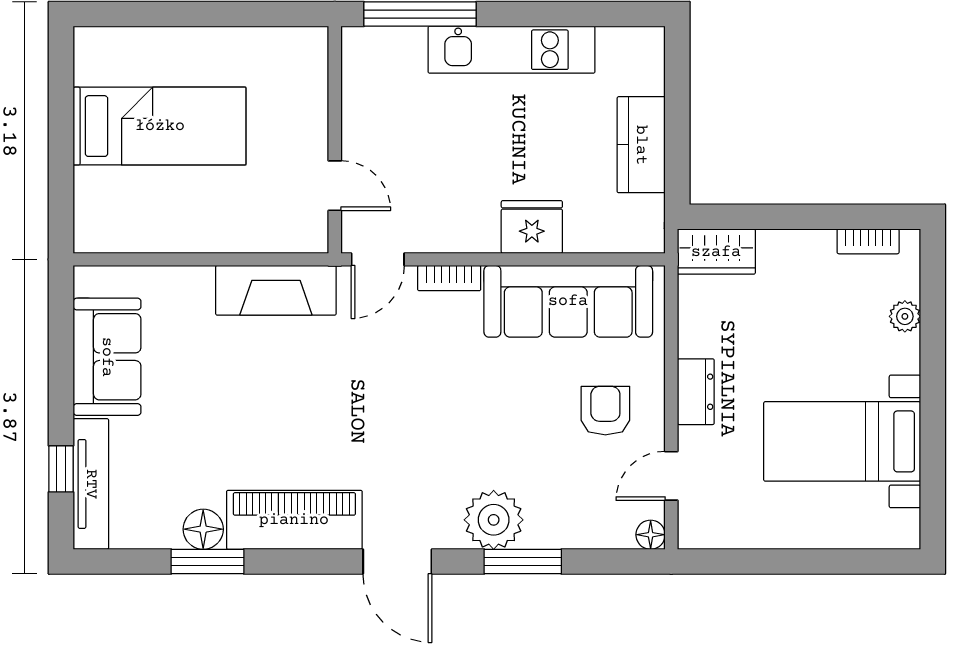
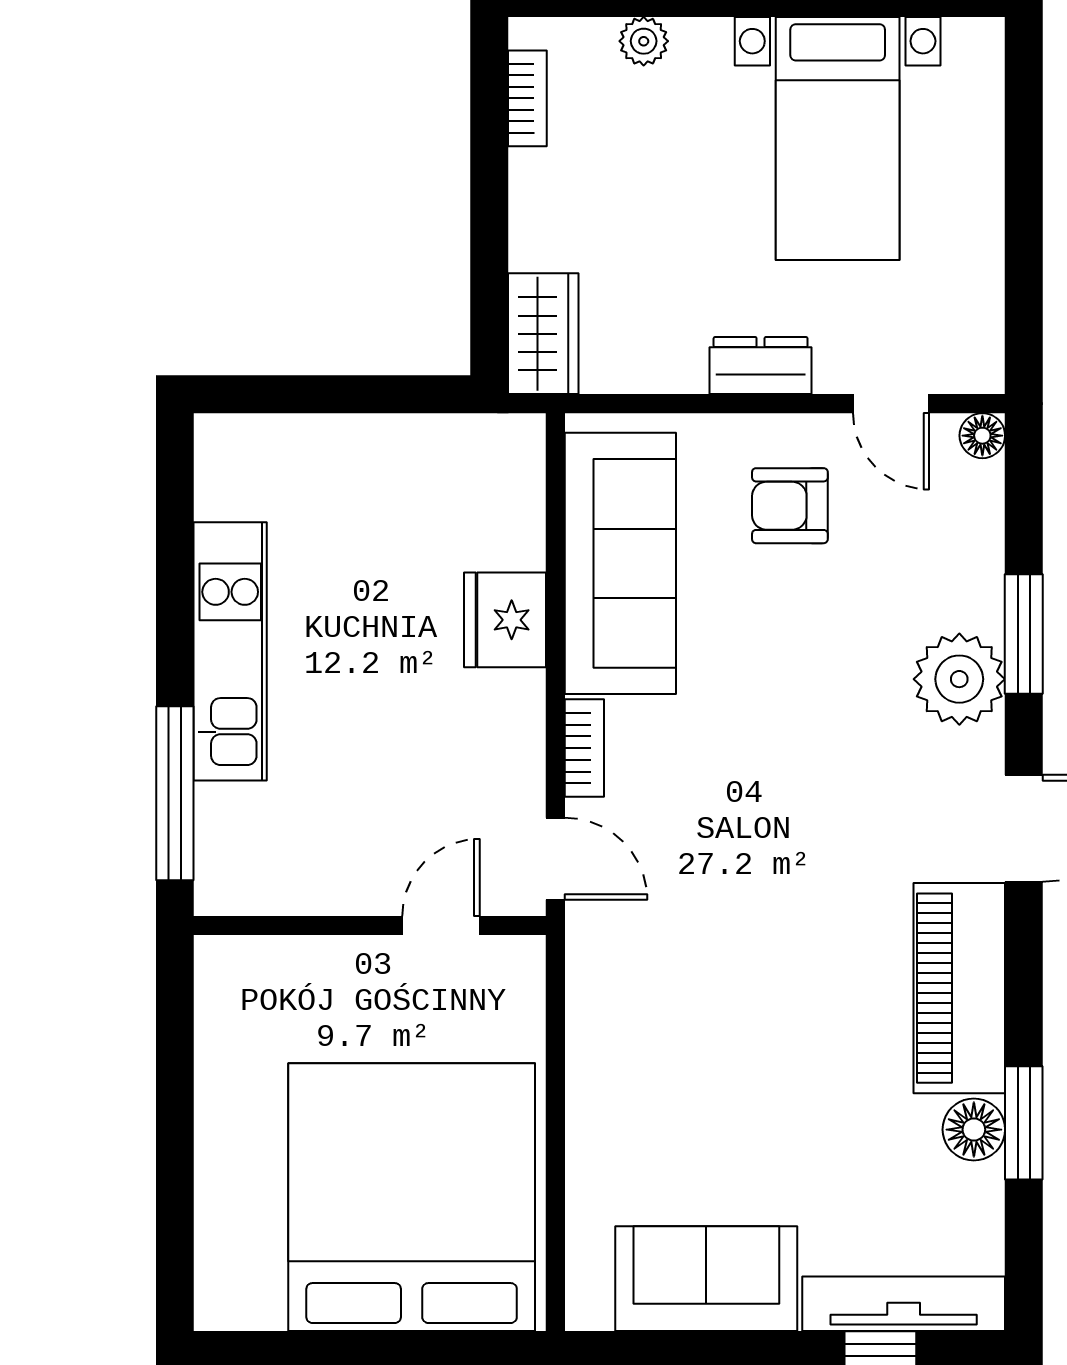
bed: (160, 126) -> (412, 1197), width x2.04
kitchen counter: (641, 145) -> (377, 450), removed
fireplace: (276, 290) -> (603, 1017), removed

